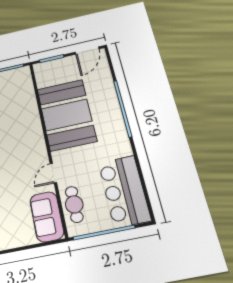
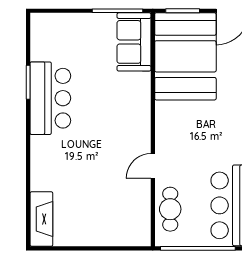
booth: (66, 115) -> (185, 56), moved
sofa: (47, 217) -> (134, 42), moved

